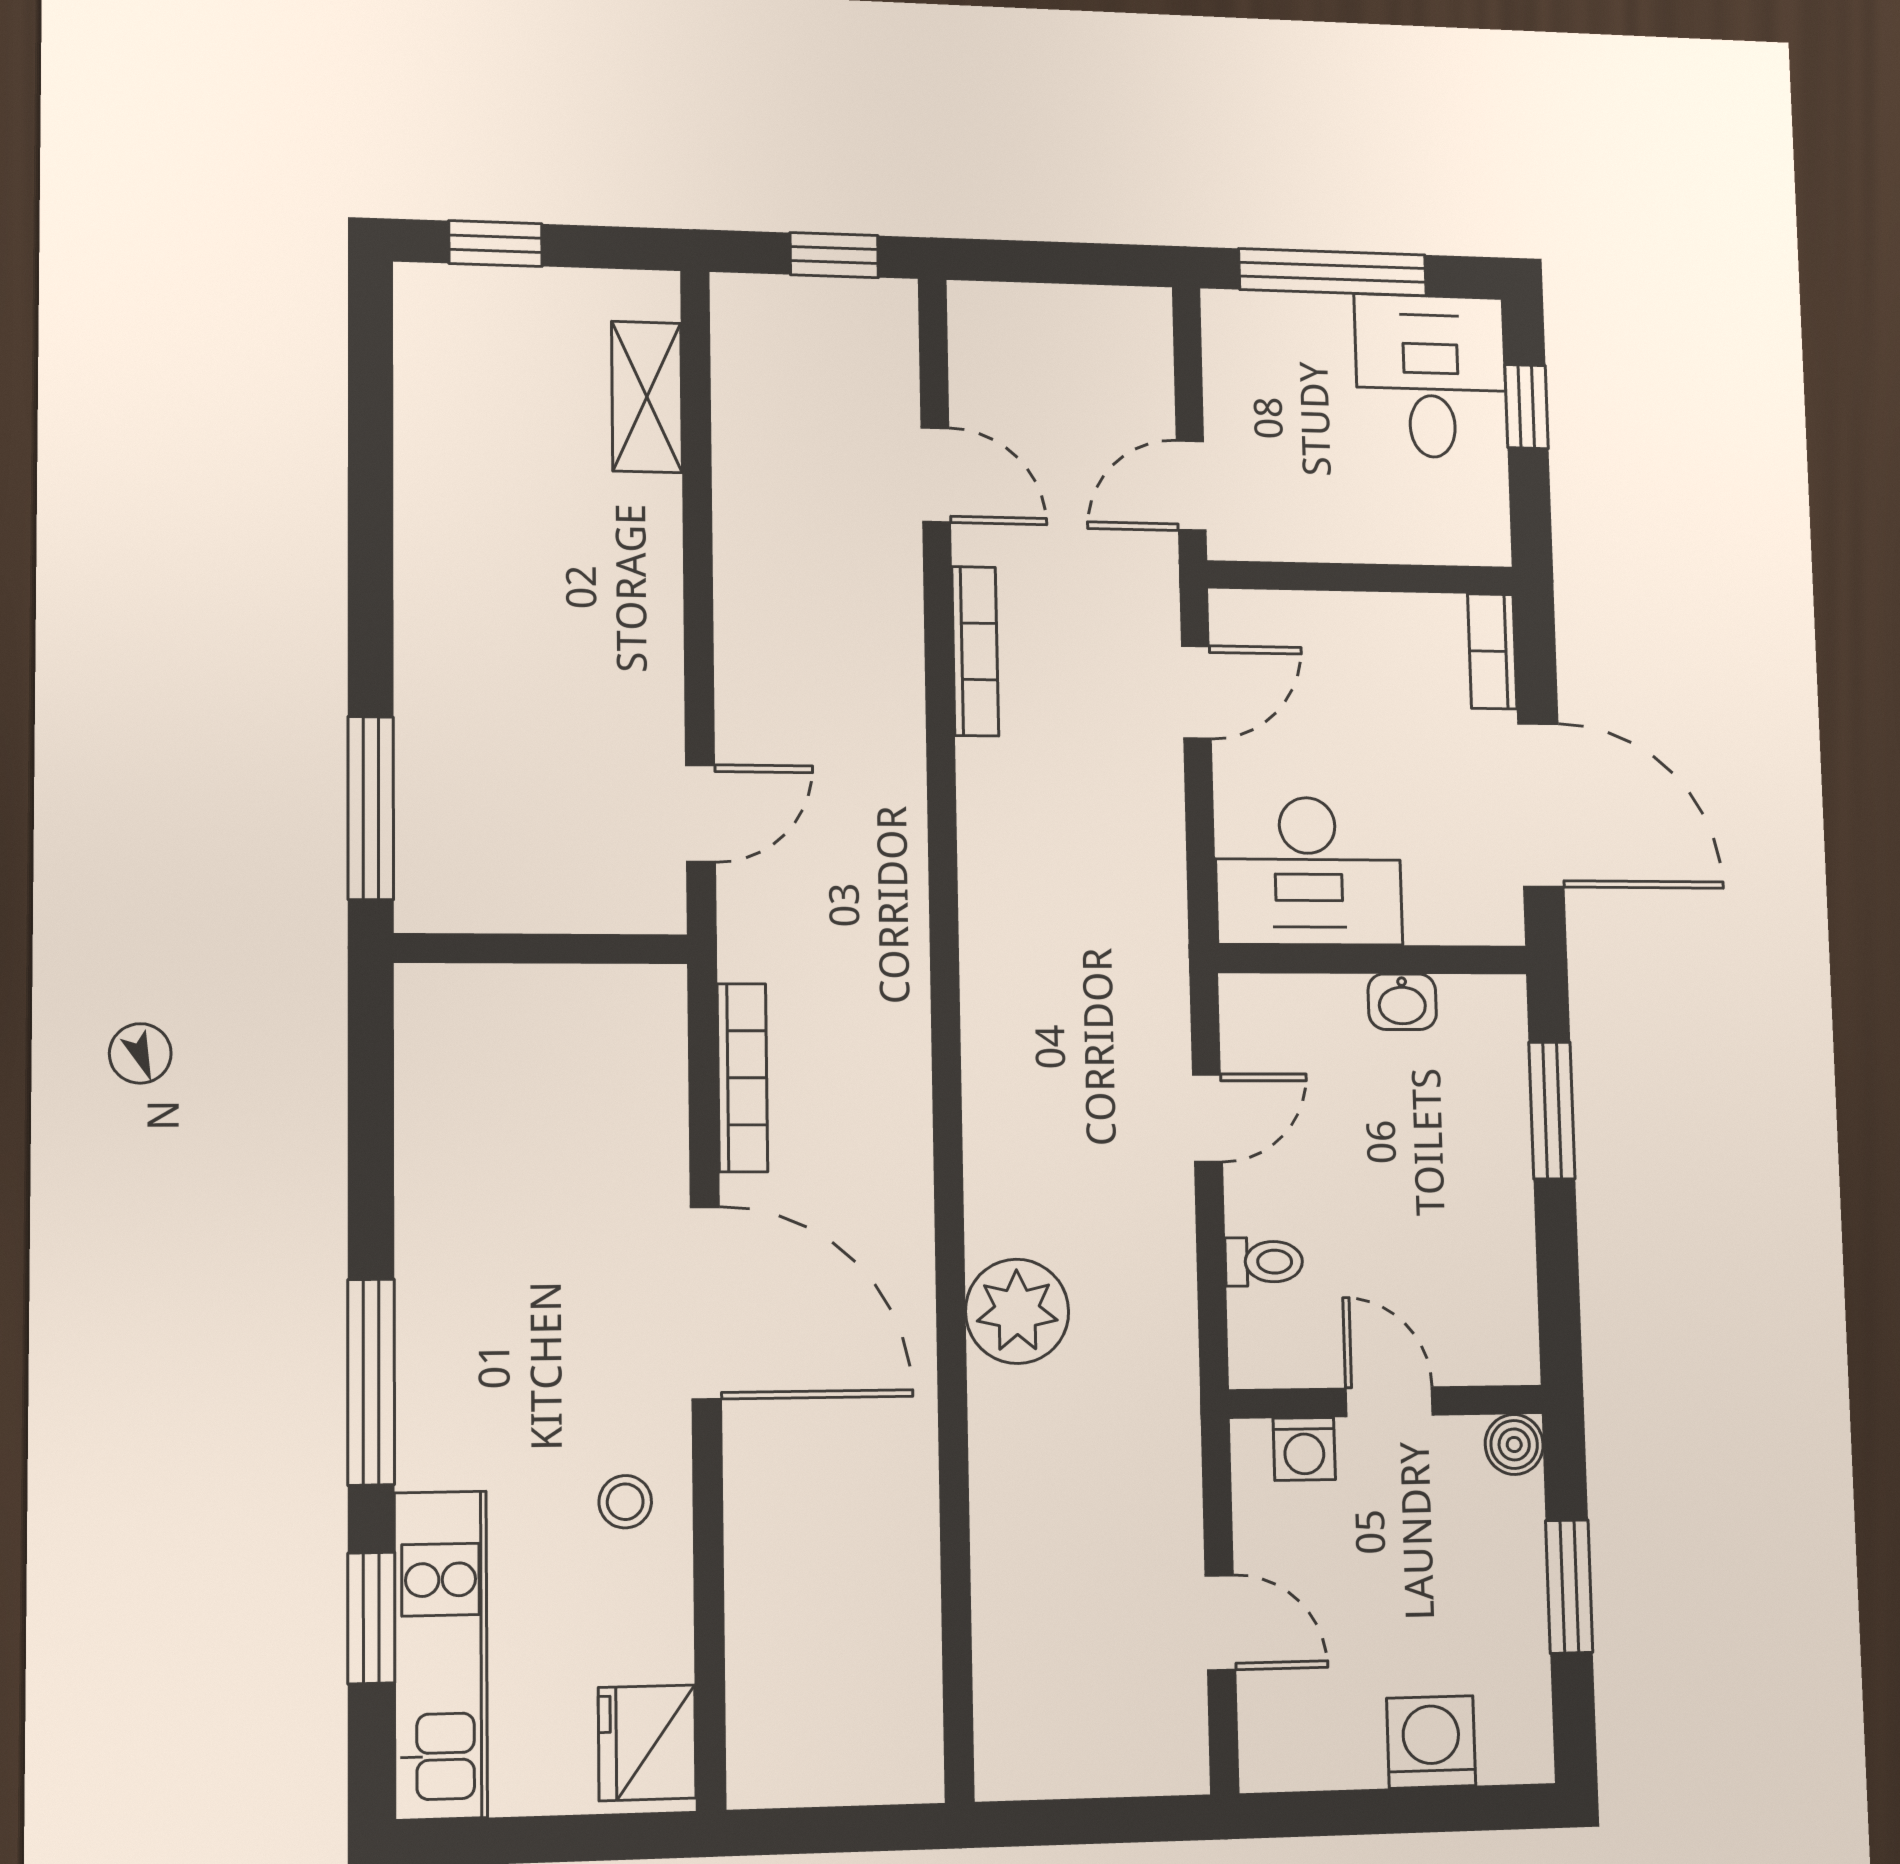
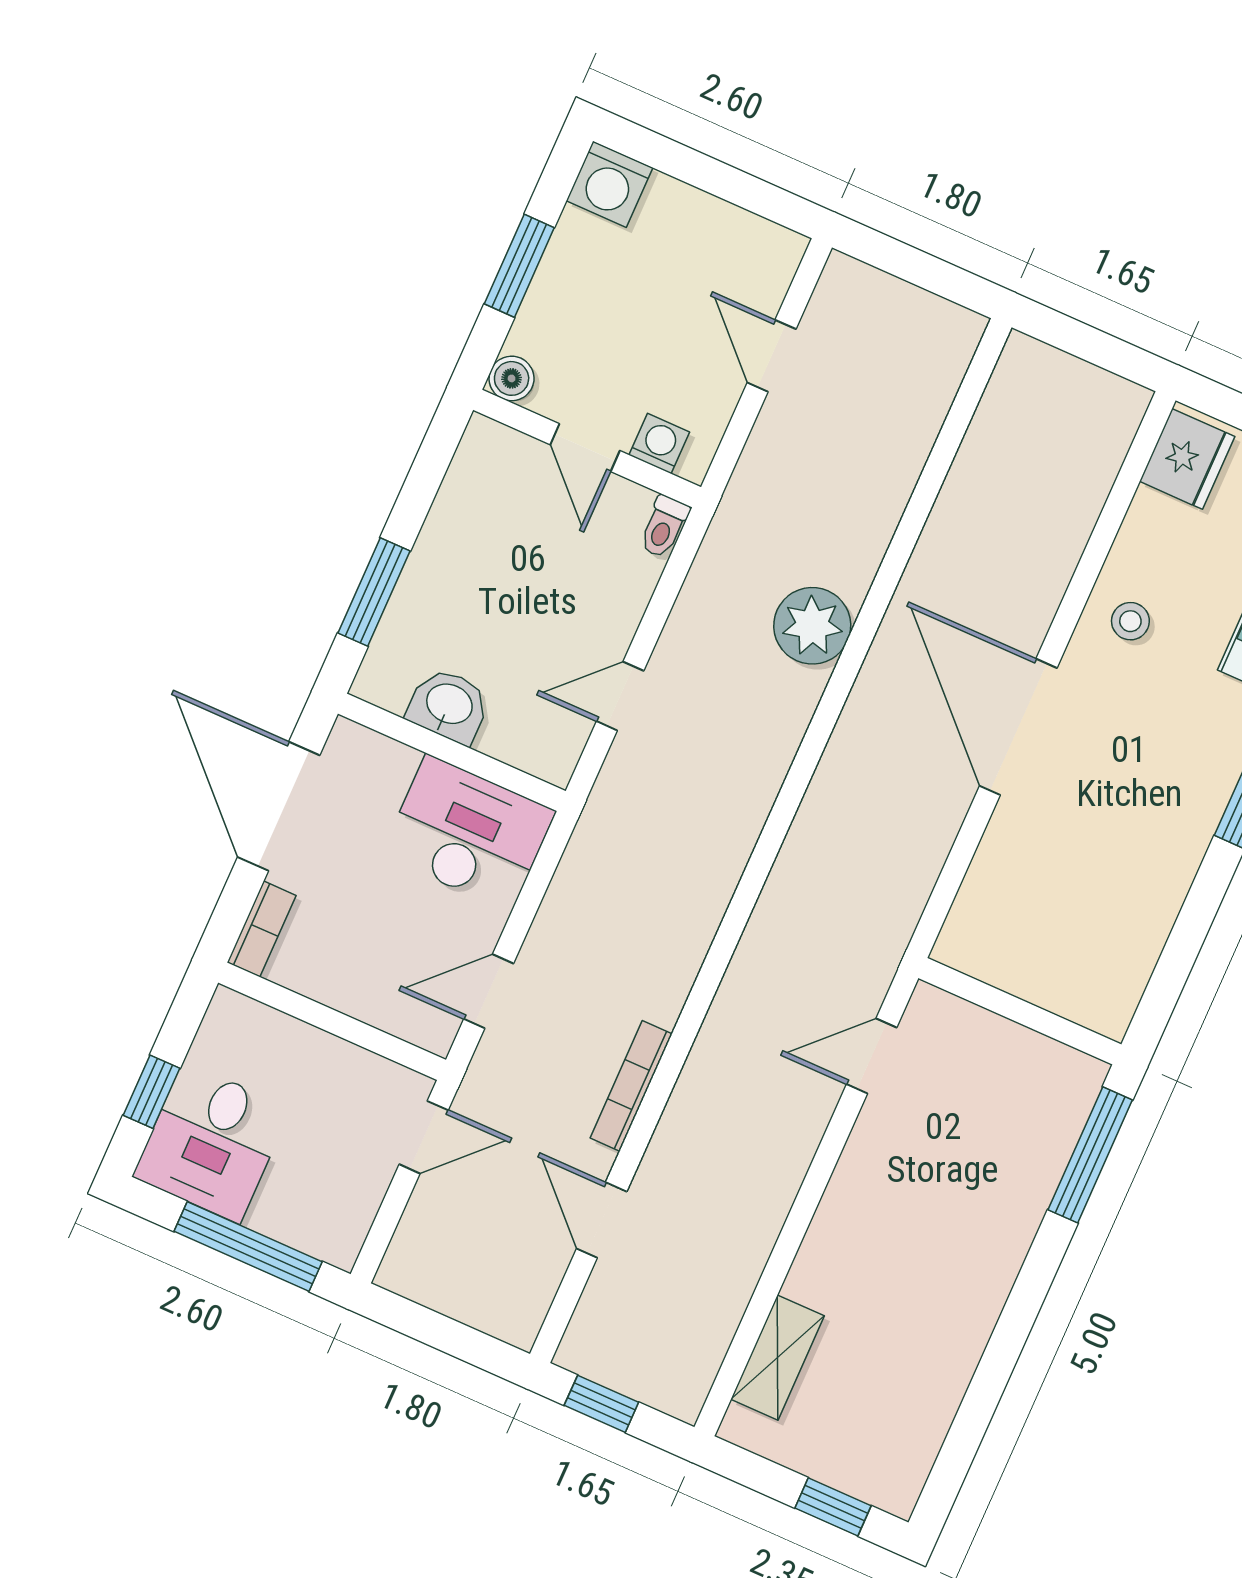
washbasin: (1402, 1002) -> (449, 705), width x1.38, depth x1.45
bookcase: (742, 1078) -> (925, 865), removed
toilet: (1264, 1262) -> (664, 527), moved, turned -90
washing machine: (1431, 1742) -> (609, 184), moved

